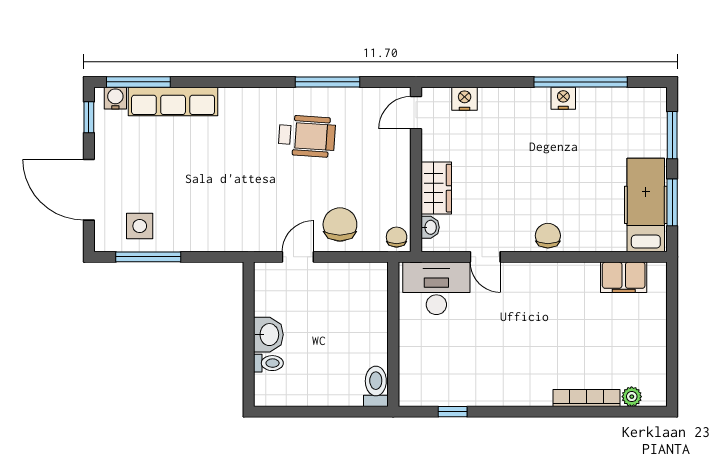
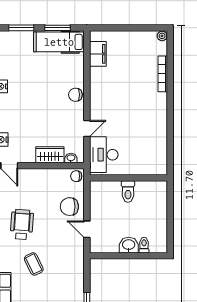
coffee table: (233, 158) -> (34, 264), added
toilet: (376, 386) -> (128, 192), moved, turned -90
plant: (632, 397) -> (162, 36), moved
window: (453, 412) -> (170, 146), removed

